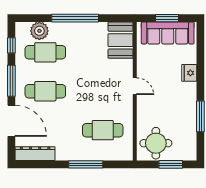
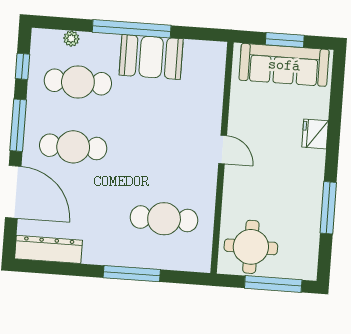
plant: (39, 31) -> (71, 39), width x0.53, depth x0.53
booth: (121, 40) -> (151, 57), moved, turned 90
window: (171, 164) -> (273, 284), width x1.44

